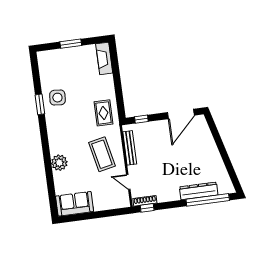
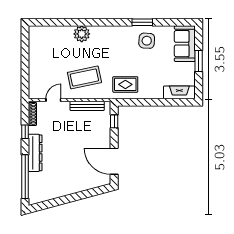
dresser: (199, 191) -> (35, 153), moved
sofa: (75, 204) -> (185, 44), moved, turned 180
window: (147, 208) -> (25, 132), moved

